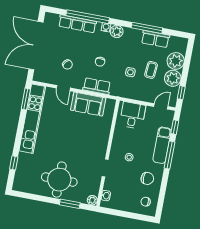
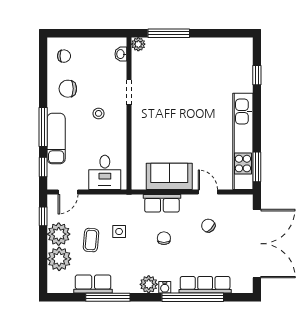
round table: (59, 180) -> (189, 64), removed
window: (70, 204) -> (169, 33), width x1.44

